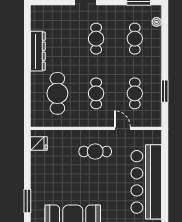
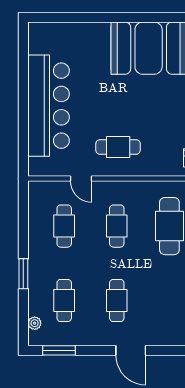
window: (165, 91) -> (23, 274), moved

